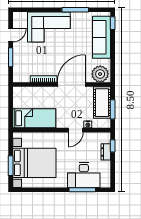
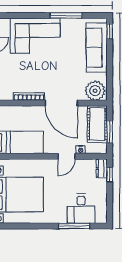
door: (71, 85) -> (61, 103), swing flipped
dresser: (106, 152) -> (102, 168), moved
desk: (84, 175) -> (81, 209), width x0.73

